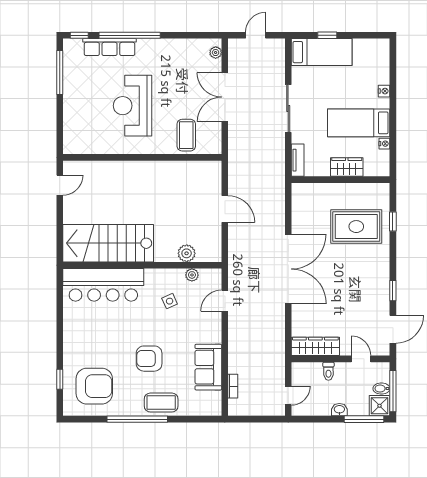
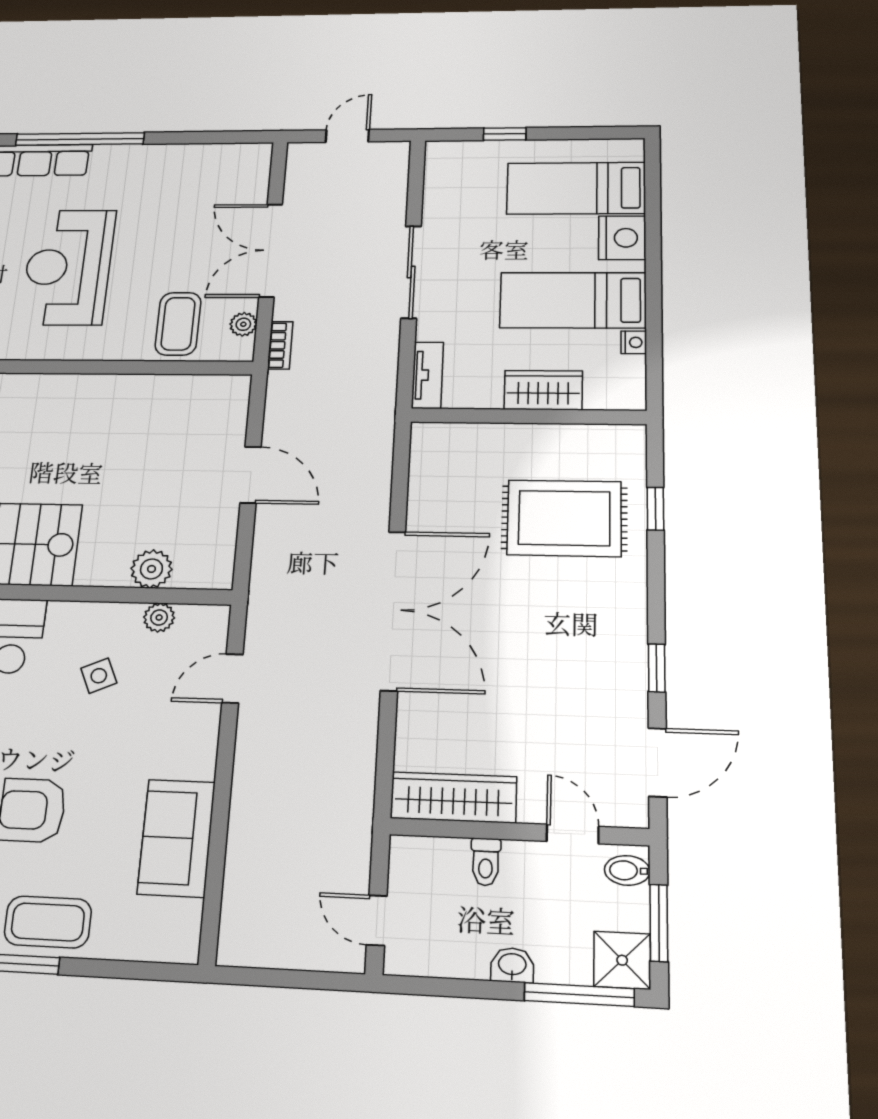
bed: (322, 52) -> (576, 188), moved, turned 180
plant: (216, 53) -> (243, 324), moved
nightstand: (384, 91) -> (622, 238), width x1.89, depth x1.79
bookcase: (233, 386) -> (280, 345), moved
bidet: (381, 389) -> (627, 870), moved
window: (393, 391) -> (659, 923), width x0.69
door: (288, 396) -> (377, 920), swing flipped

